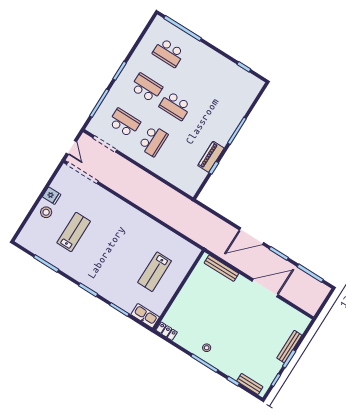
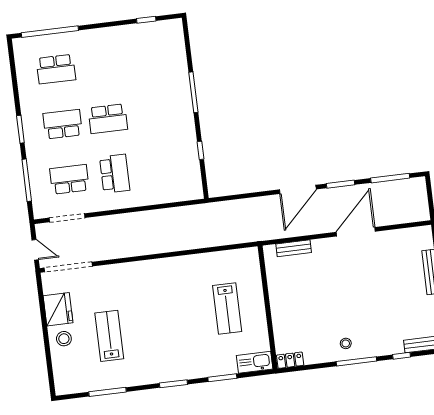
piano: (211, 157) -> (188, 141), removed
fridge: (52, 196) -> (58, 309), width x1.88, depth x1.34
bench: (221, 268) -> (294, 248), width x0.73

